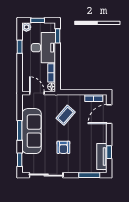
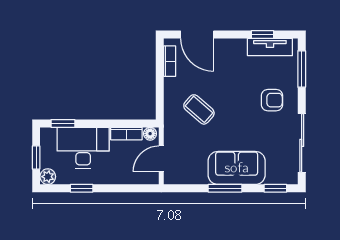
sofa: (32, 131) -> (237, 168), width x0.73
armchair: (63, 147) -> (272, 100), moved

